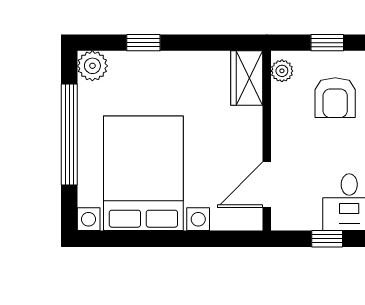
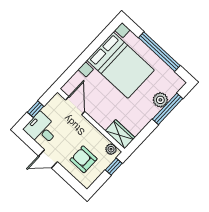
window: (143, 43) -> (168, 109), width x2.17
window: (327, 43) -> (114, 167), moved
plant: (92, 66) -> (160, 100), moved

